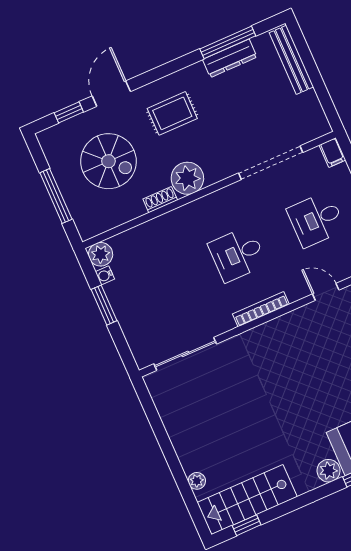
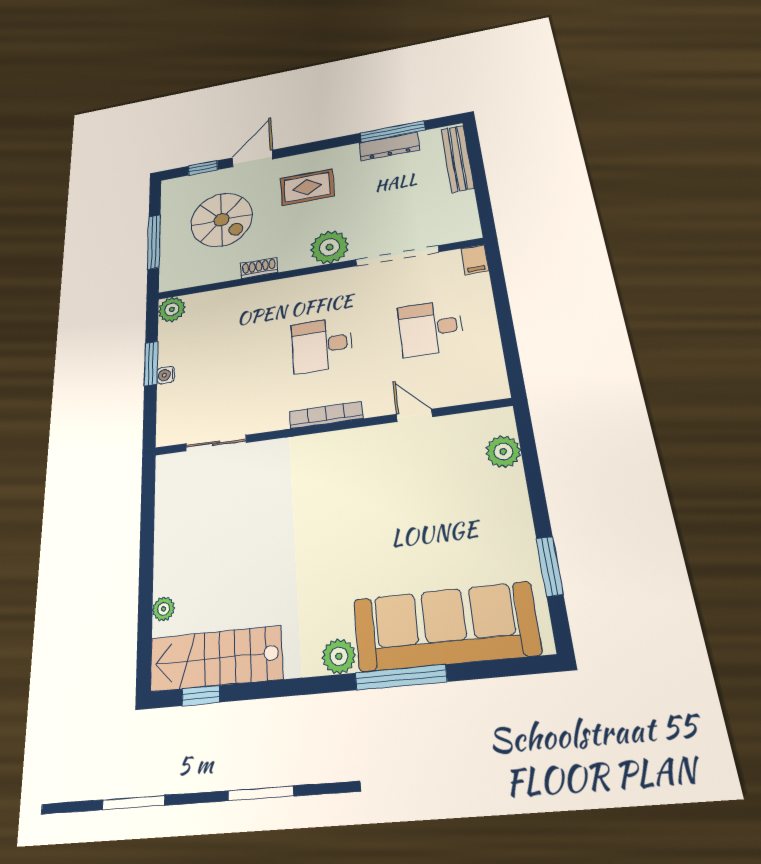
plant: (187, 178) -> (329, 247), moved
water cooler: (105, 275) -> (166, 375), moved
sliding door: (185, 354) -> (216, 443), width x0.73

